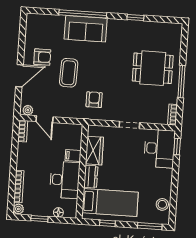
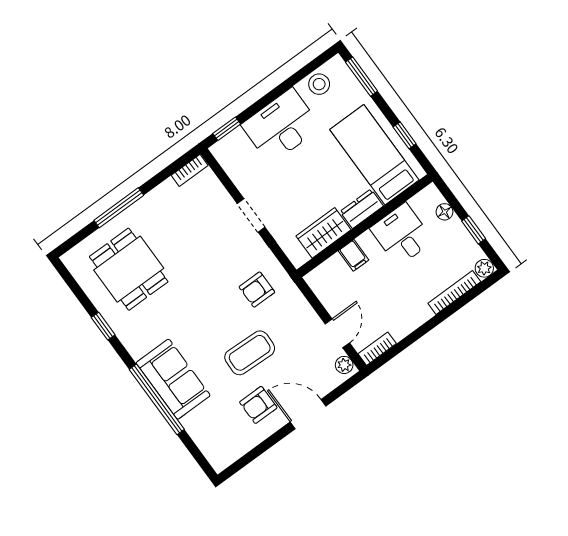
armchair: (42, 57) -> (258, 405), turned -90
dining table: (153, 68) -> (129, 269), moved
window: (182, 82) -> (119, 208), moved
desk: (159, 148) -> (281, 126), moved
desk: (65, 180) -> (402, 235), width x0.73

